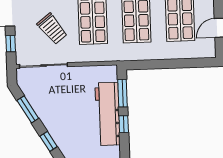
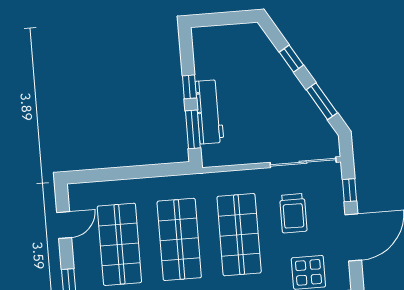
trolley: (52, 29) -> (293, 213), turned -142
workbench: (107, 114) -> (209, 112), width x0.73, depth x0.76

